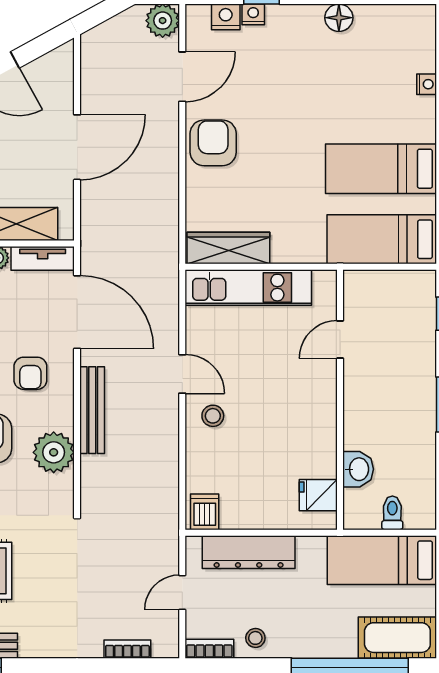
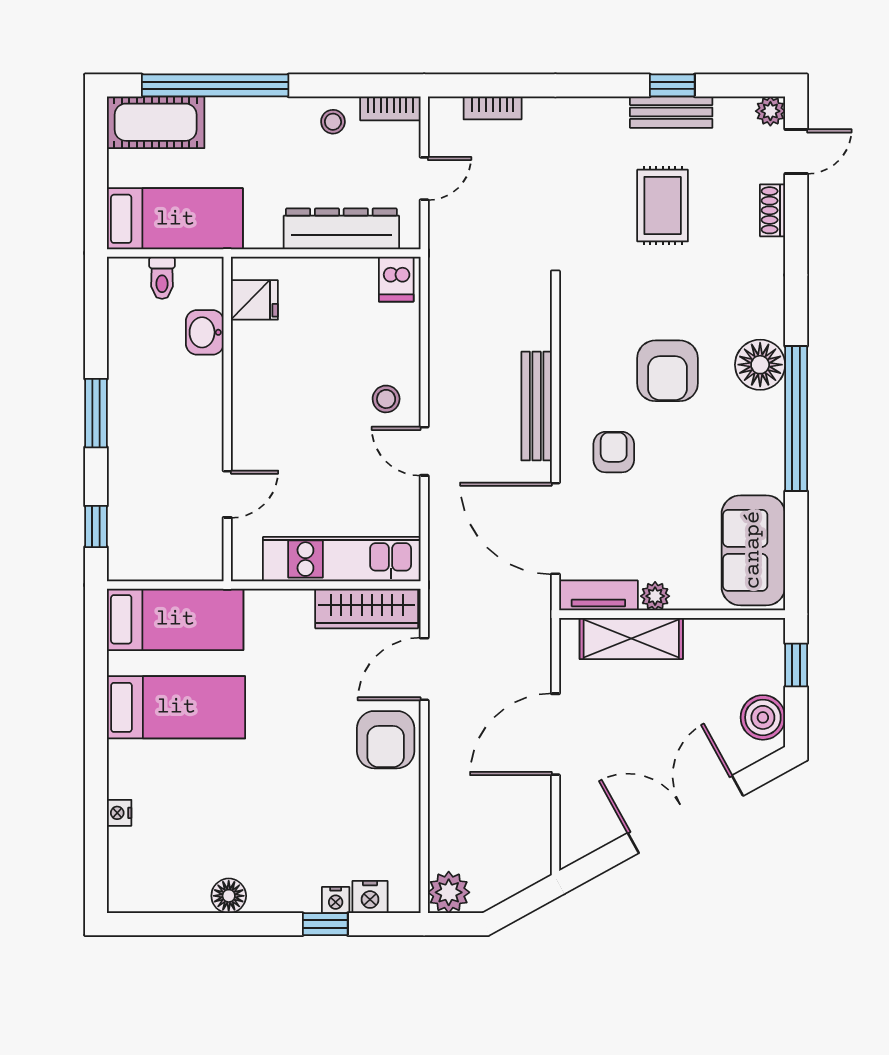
door: (182, 77) -> (424, 669), moved
plant: (54, 452) -> (585, 353), removed

